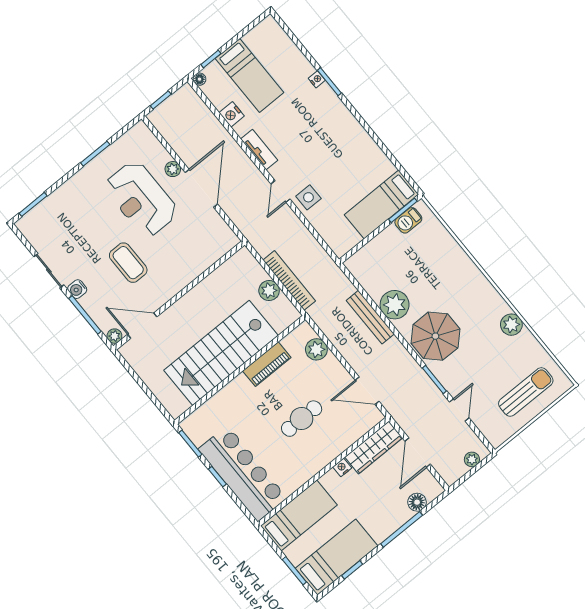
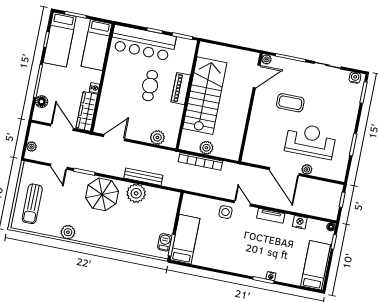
bed: (250, 75) -> (316, 265), moved, turned 90
water cooler: (77, 289) -> (355, 78), moved
piano: (267, 364) -> (181, 89), moved
cafe table: (302, 419) -> (150, 86), moved

